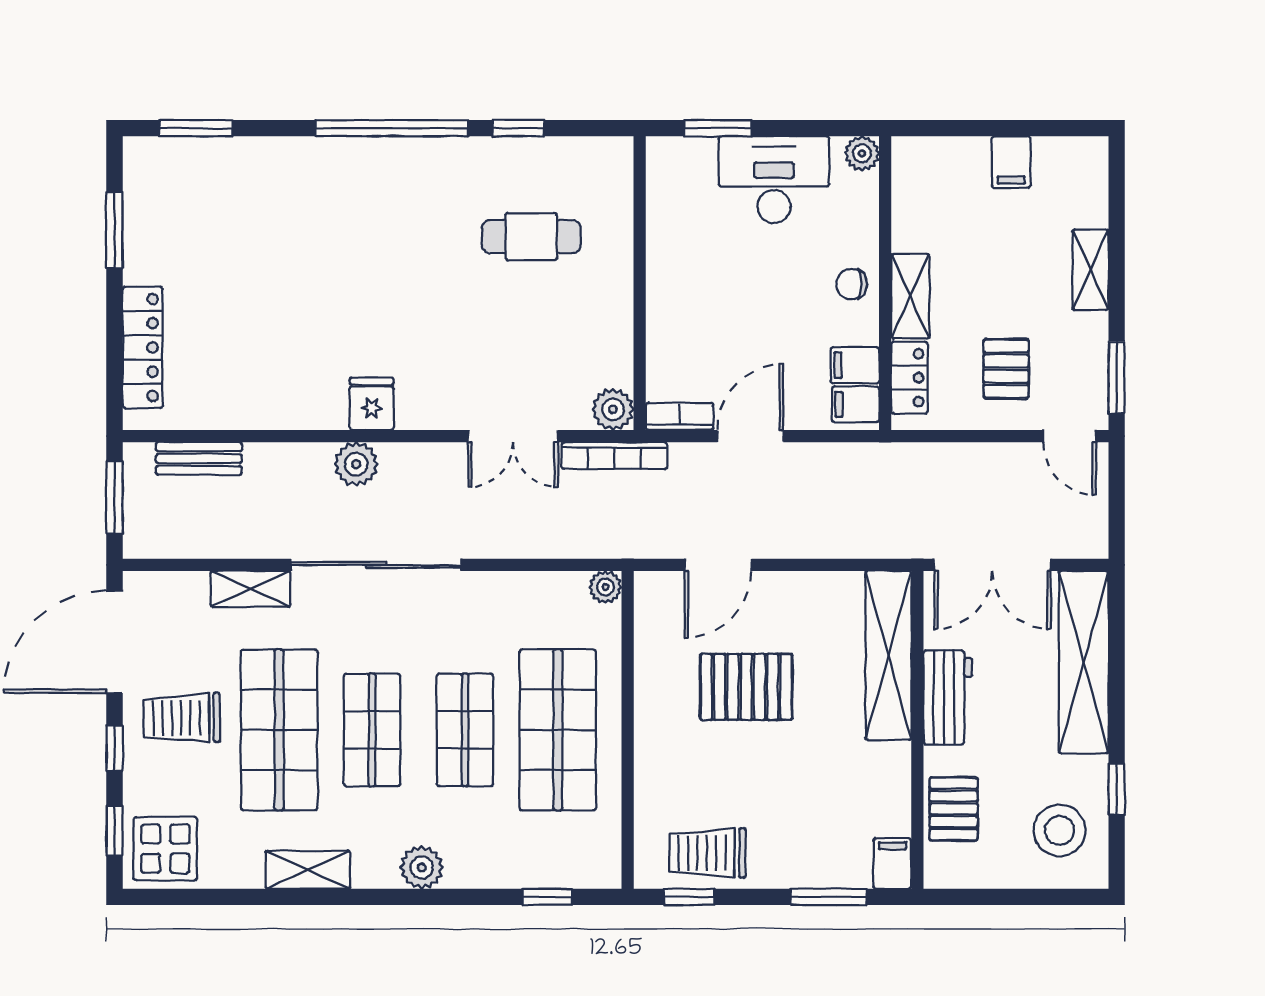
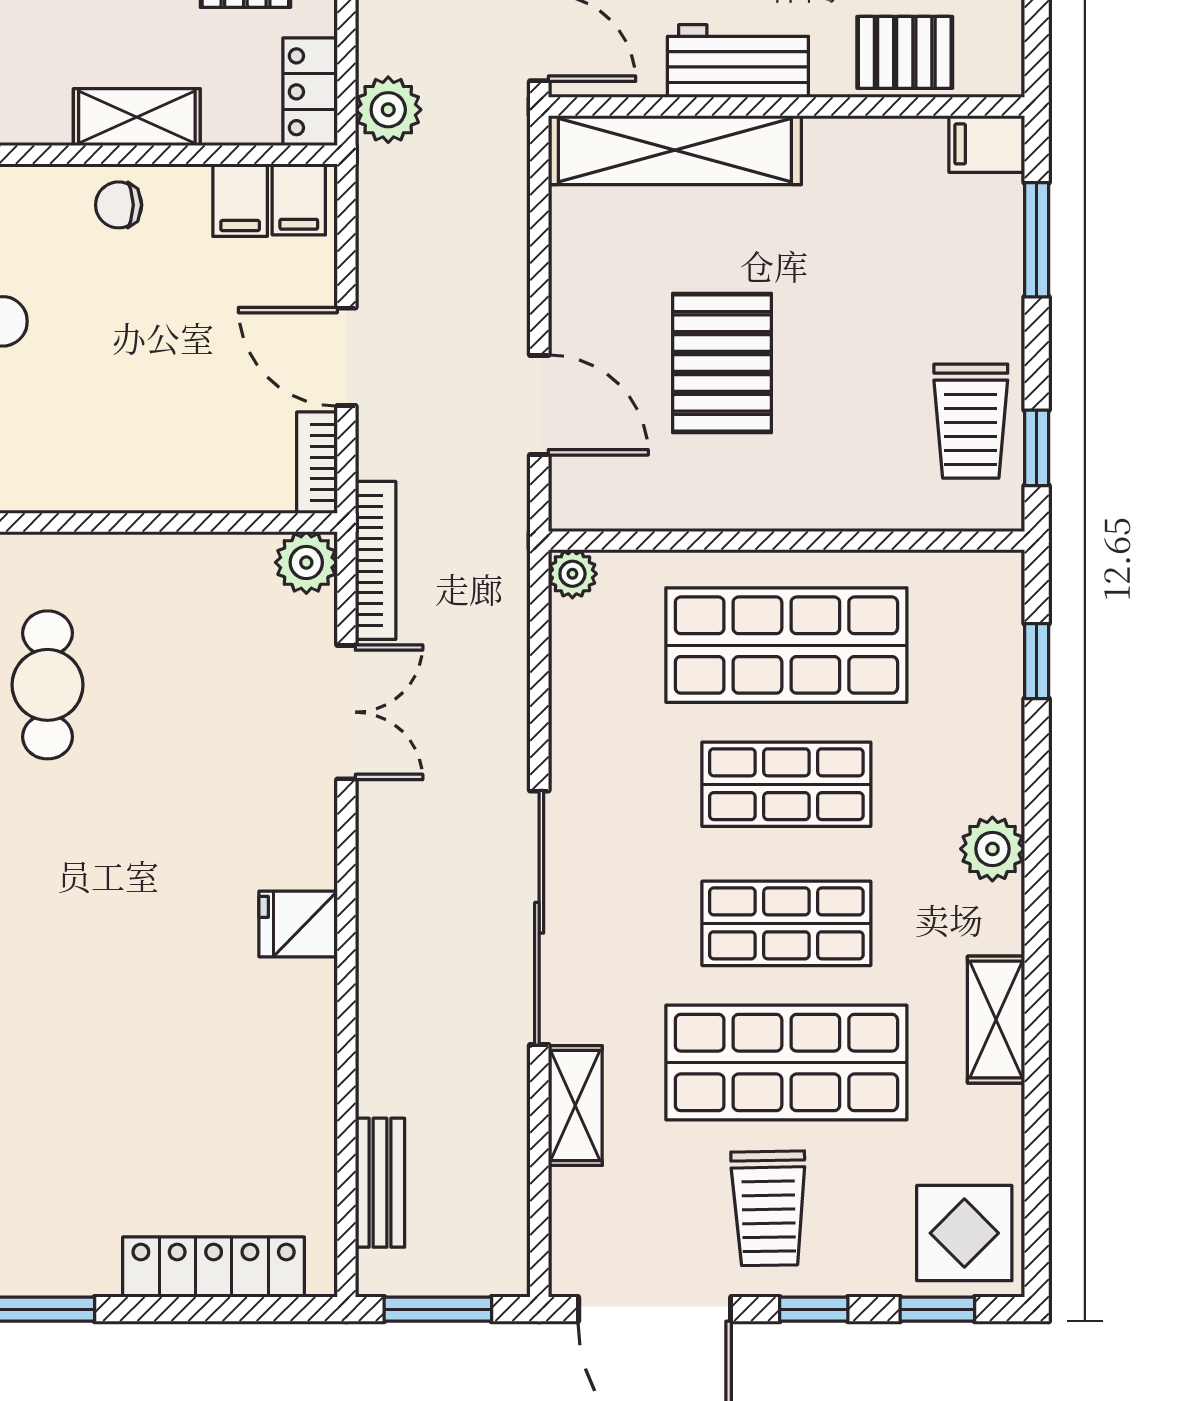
chair: (852, 284) -> (119, 205), turned 90
locker: (909, 378) -> (310, 92), moved, turned -90
plant: (356, 464) -> (388, 110), moved

